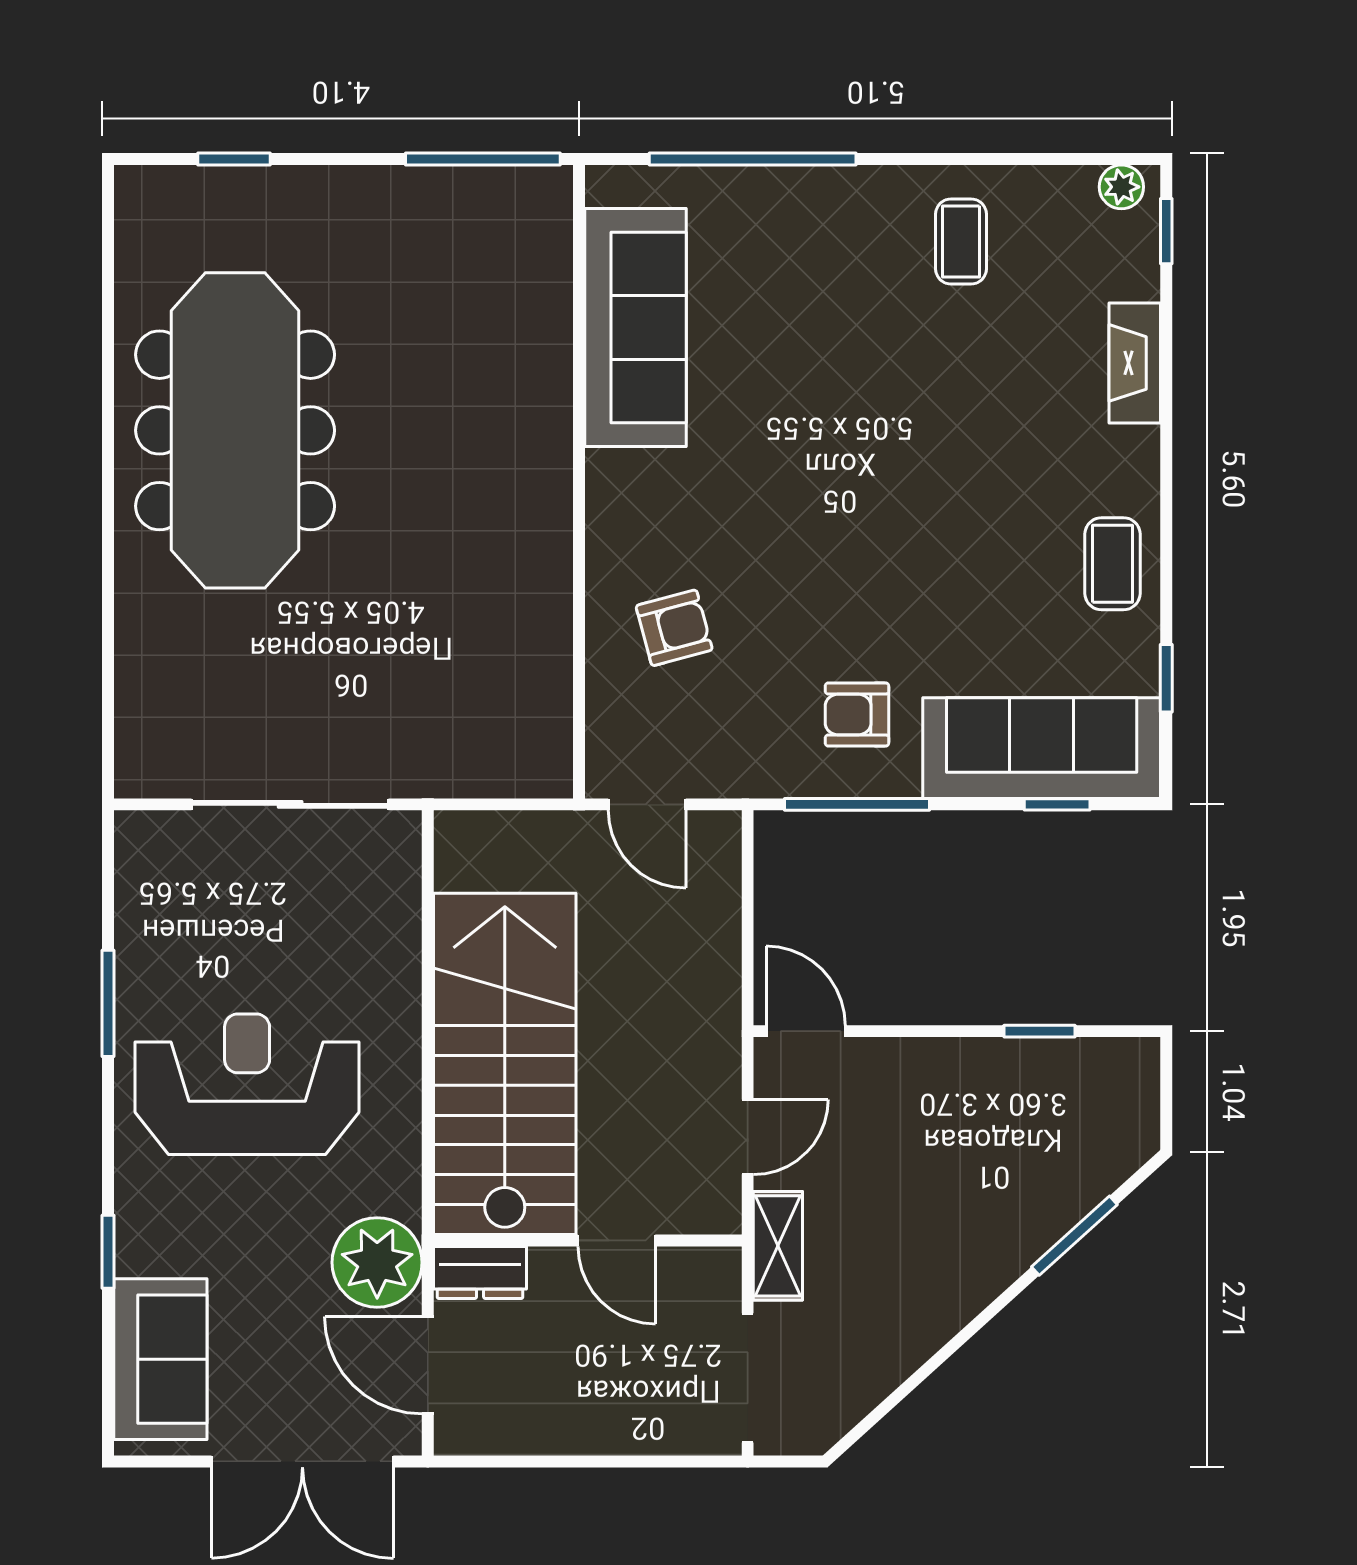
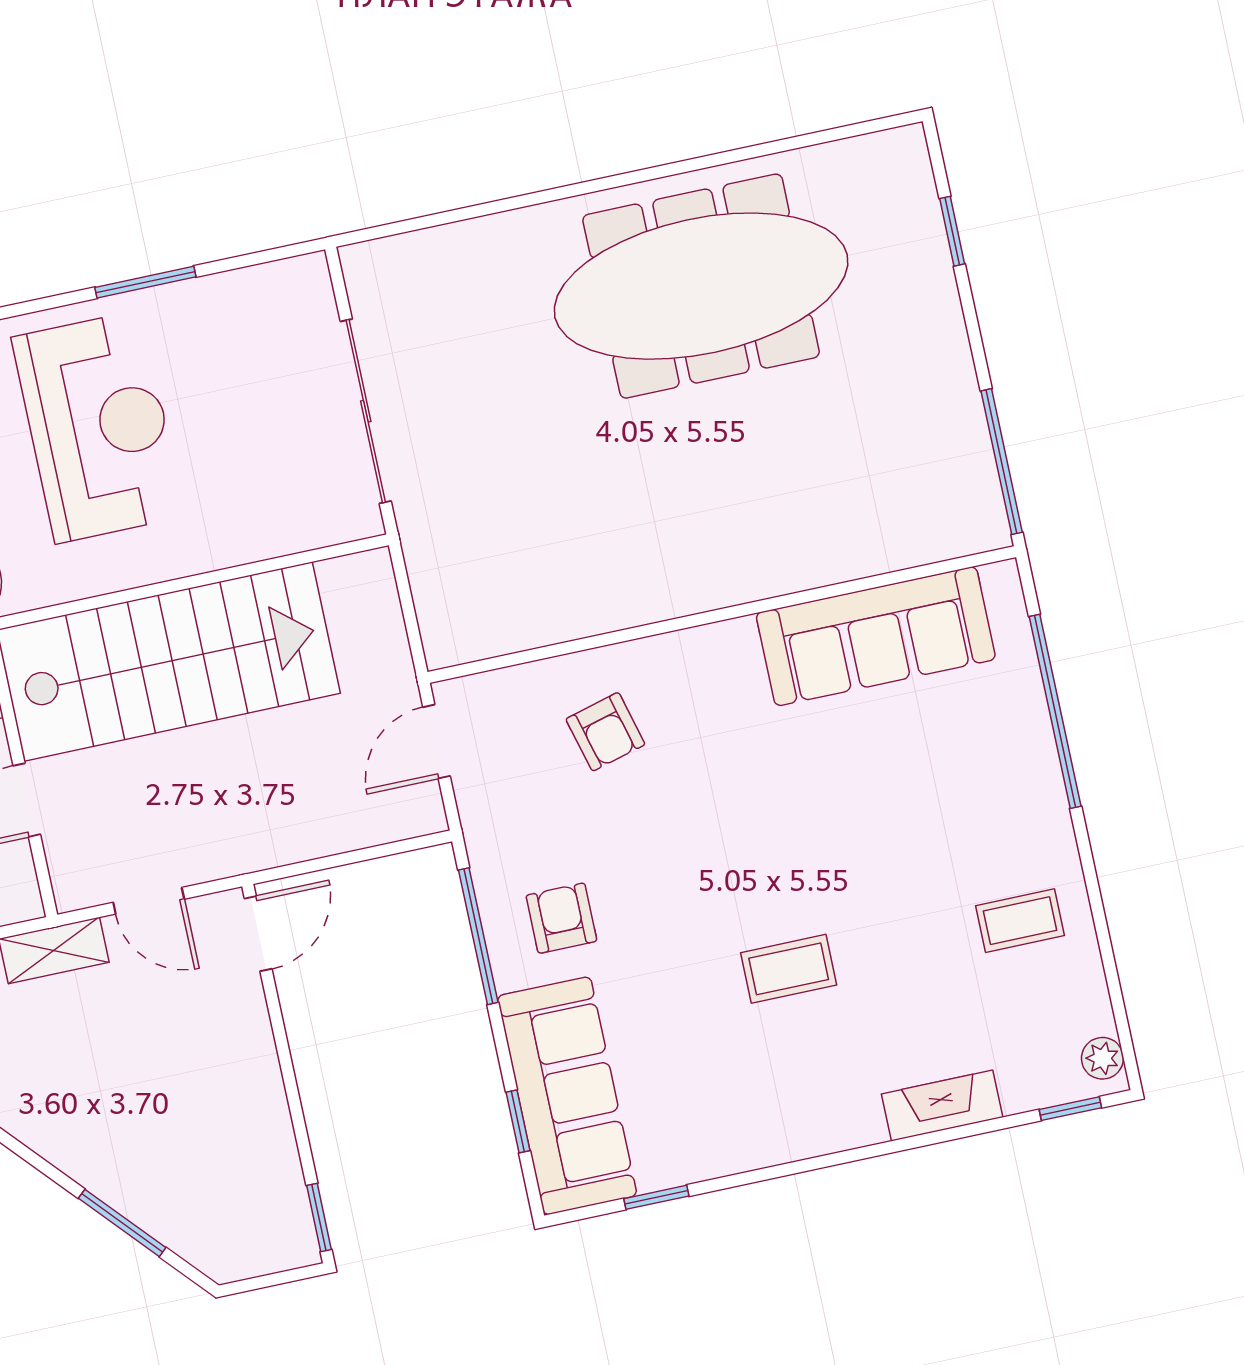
coffee table: (1112, 564) -> (789, 969), moved
window: (1040, 1031) -> (319, 1218), moved

